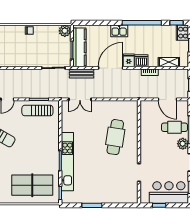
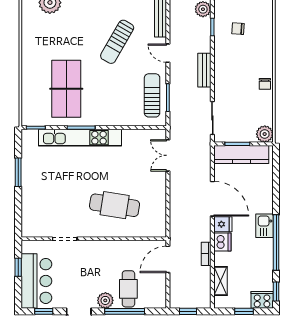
kitchen sink: (119, 31) -> (264, 226), moved
bench: (81, 74) -> (204, 70), moved
door: (168, 99) -> (168, 259), moved
table tennis table: (32, 185) -> (66, 89), moved

